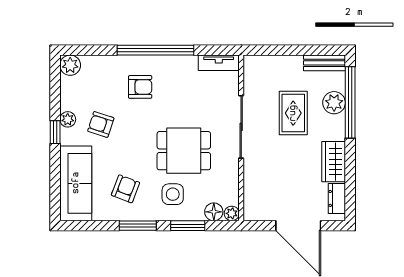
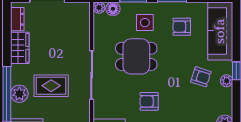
armchair: (140, 87) -> (149, 101), moved
rug: (293, 113) -> (51, 86), turned 90
armchair: (125, 189) -> (182, 27), turned 69

